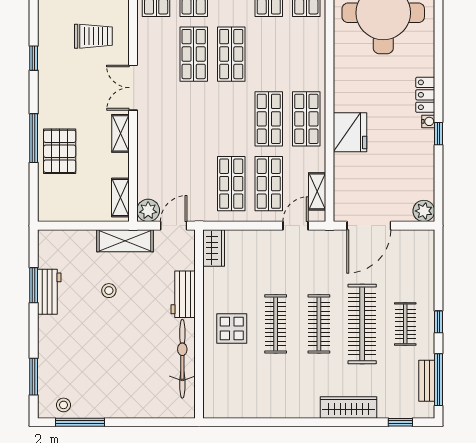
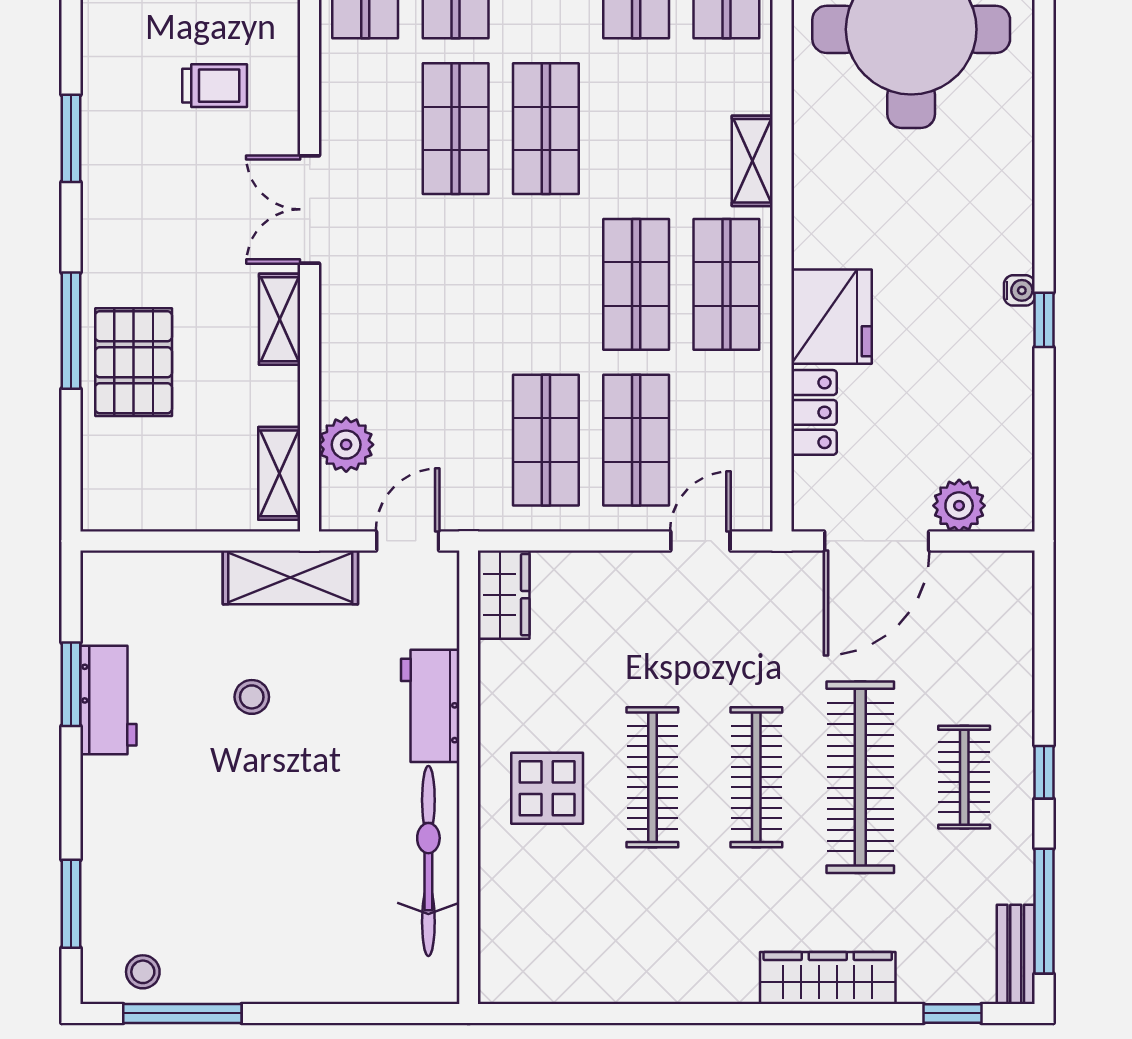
trolley: (93, 36) -> (215, 86), width x0.73, depth x0.72
window: (34, 58) -> (71, 138), width x1.50
locker: (425, 95) -> (814, 412), moved, turned 180
shelving: (317, 191) -> (752, 161), moved
plant: (148, 210) -> (346, 445), moved
plant: (424, 211) -> (959, 506), moved
bench: (427, 381) -> (1016, 954), moved

